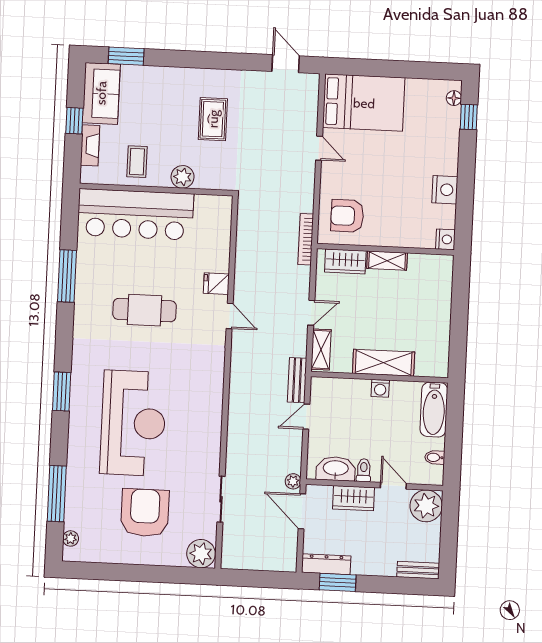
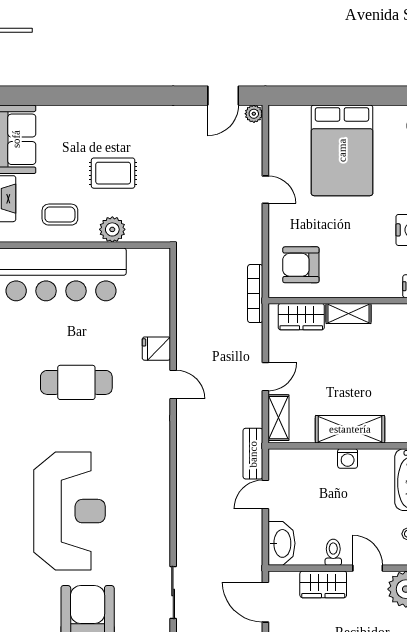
window: (126, 56) -> (42, 96), removed
door: (286, 64) -> (223, 96), swing flipped
bed: (364, 103) -> (342, 150), moved, turned 90
rug: (213, 119) -> (113, 173), moved, turned 90
coffee table: (137, 162) -> (60, 215), turned 90
washbasin: (336, 469) -> (282, 543), moved, turned 90
plant: (293, 481) -> (254, 114), moved

